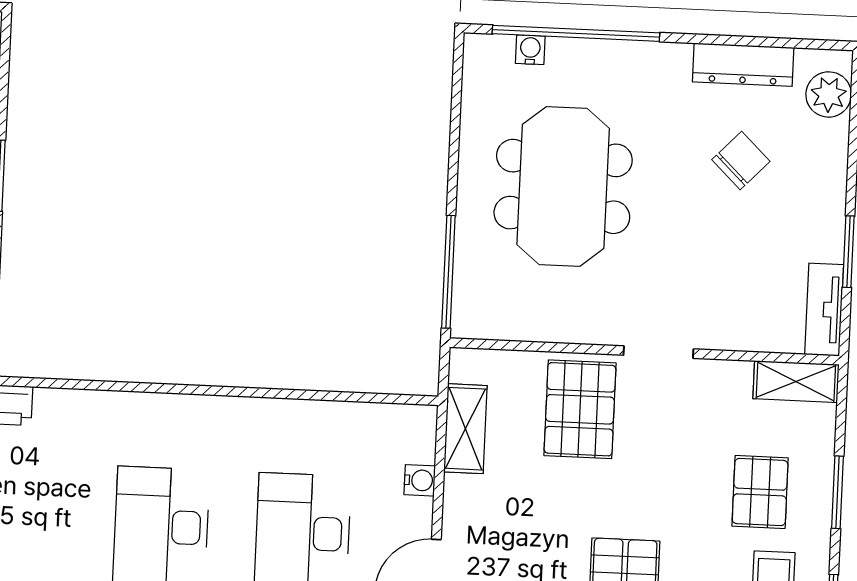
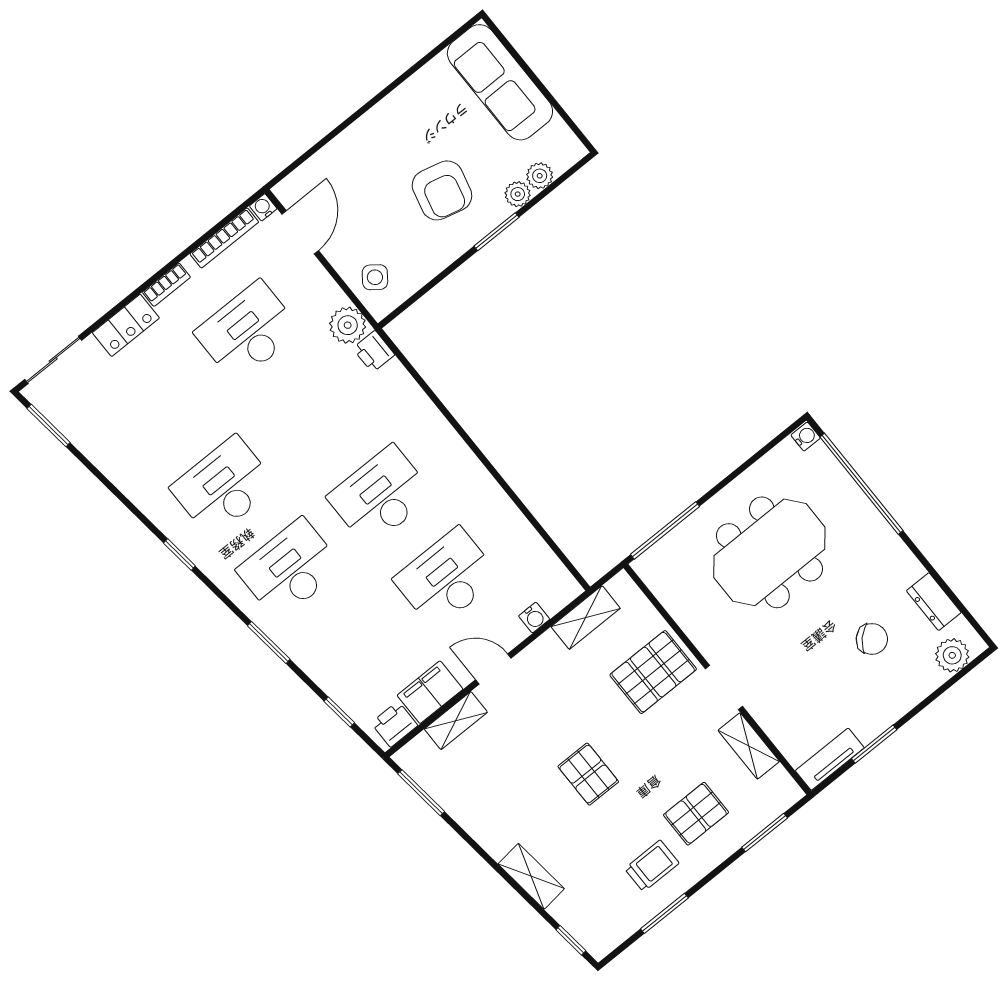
water cooler: (530, 50) -> (806, 437), moved
dresser: (743, 65) -> (934, 602), width x0.70
shelving: (796, 382) -> (749, 746), moved
window: (837, 492) -> (765, 833), moved

